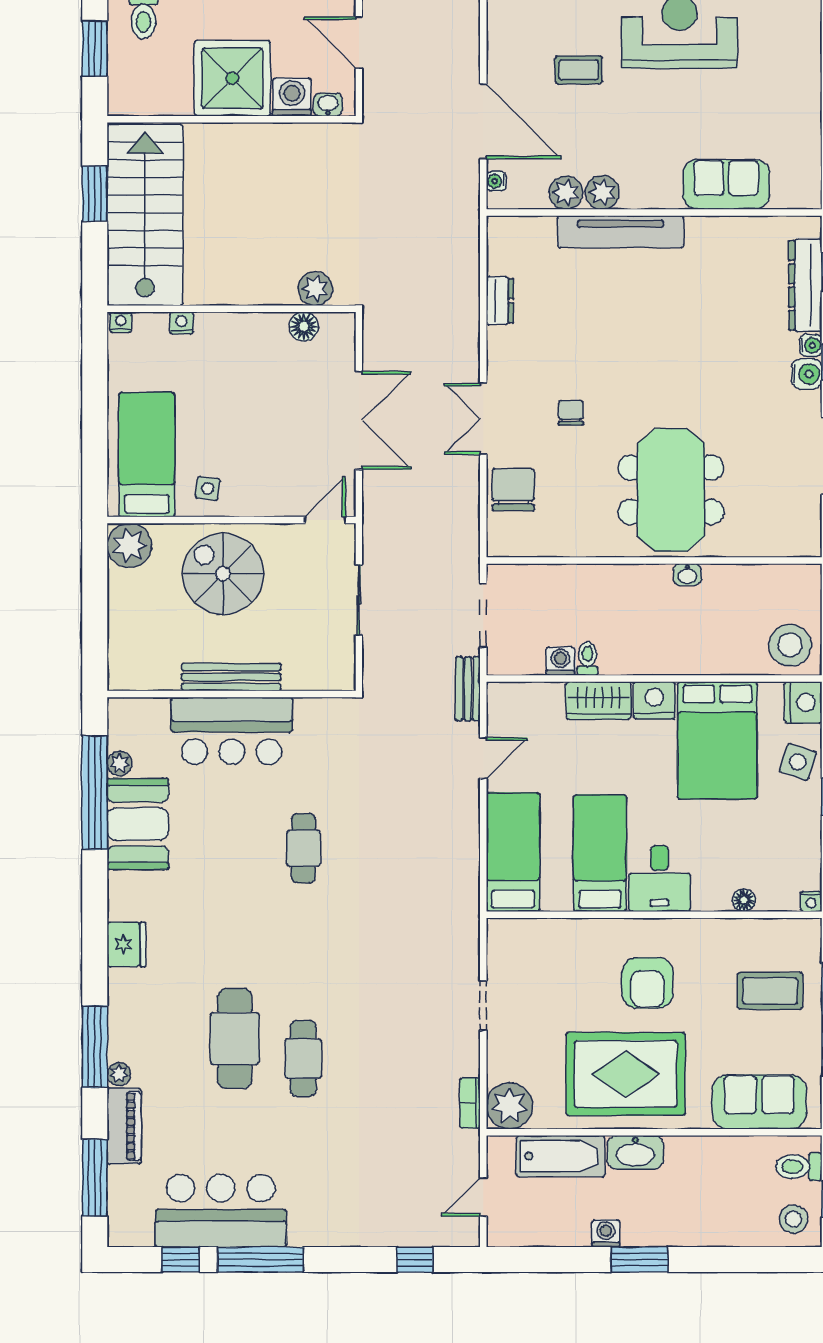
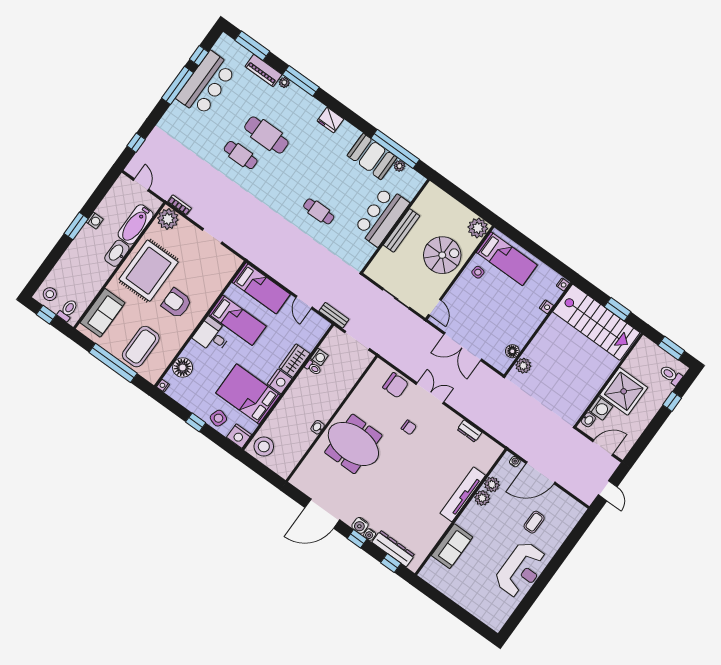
floor lamp: (744, 900) -> (183, 368), width x1.89, depth x1.89
coffee table: (770, 991) -> (141, 347), width x1.36, depth x1.32

